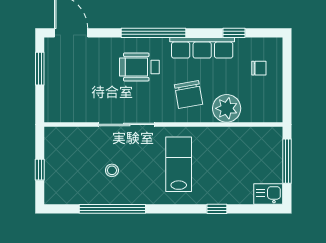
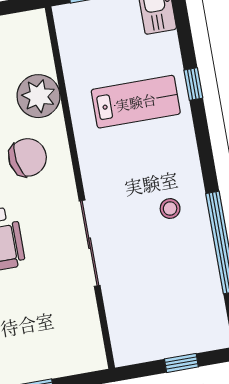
lab bench: (179, 164) -> (136, 102), moved, turned 180
stool: (112, 170) -> (170, 209), moved

